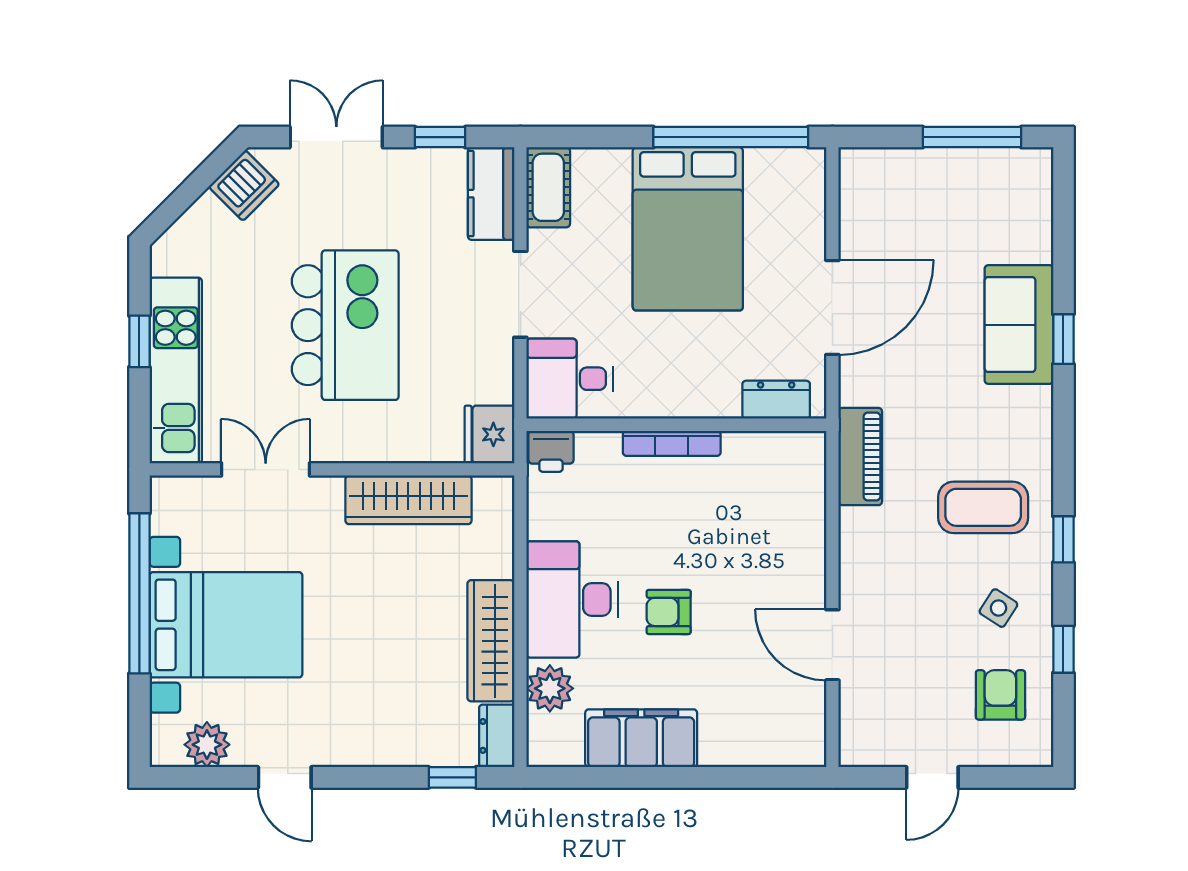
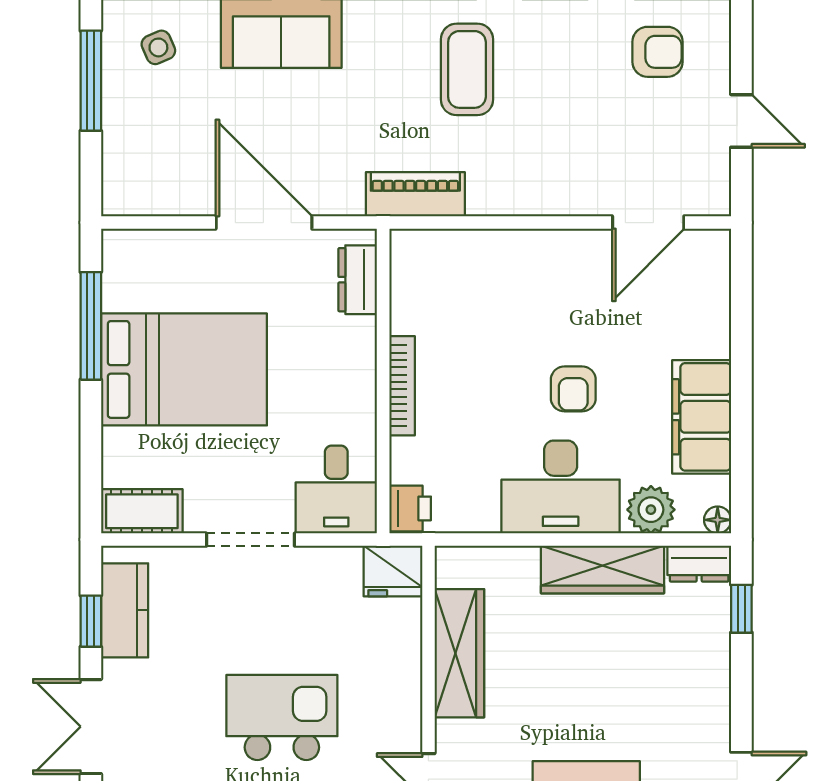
window: (731, 137) -> (91, 326), width x0.68
kitchen counter: (491, 194) -> (125, 610), moved, turned -90
kitchen island: (345, 325) -> (282, 717), width x0.73, depth x0.78
side table: (998, 608) -> (158, 47), moved, turned 34
door: (832, 645) -> (648, 223), moved
armchair: (1000, 695) -> (658, 52), turned 180
floor lamp: (540, 754) -> (718, 520), added

